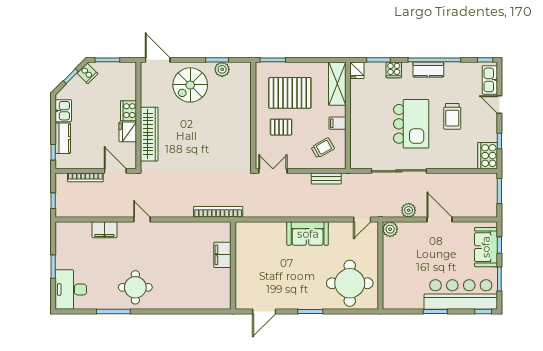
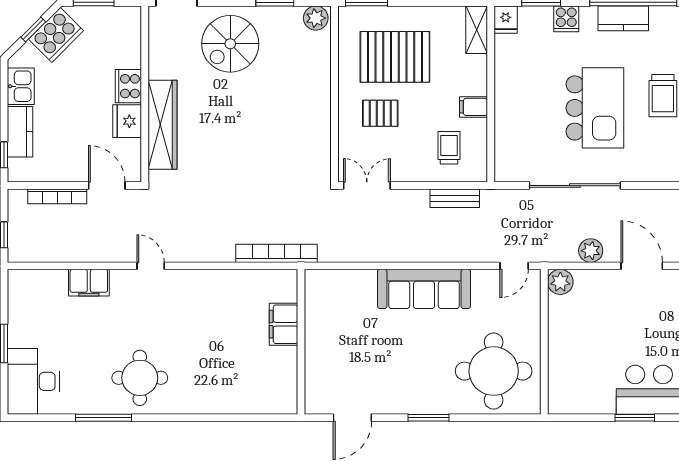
plant: (222, 69) -> (316, 18), moved
cooker: (87, 73) -> (56, 35), width x1.87, depth x1.31
shelving: (337, 84) -> (477, 30), width x0.67, depth x0.75
trolley: (323, 148) -> (449, 148), turned -61
sofa: (308, 234) -> (424, 289), width x1.36

